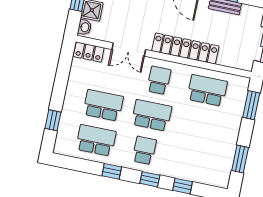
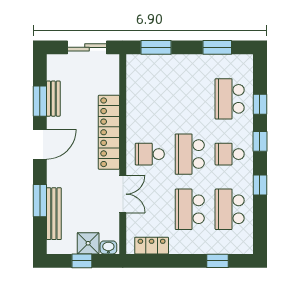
locker: (89, 52) -> (152, 246), moved, turned -90
school desk: (207, 90) -> (230, 99), moved

